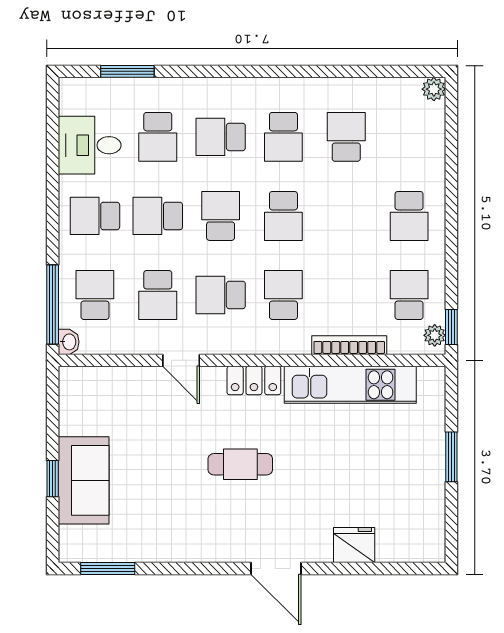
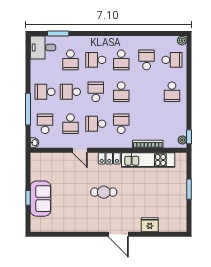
desk: (90, 145) -> (43, 47), moved
school desk: (409, 295) -> (172, 60), moved, turned 90
window: (53, 304) -> (28, 109), moved
window: (108, 569) -> (50, 234), removed

